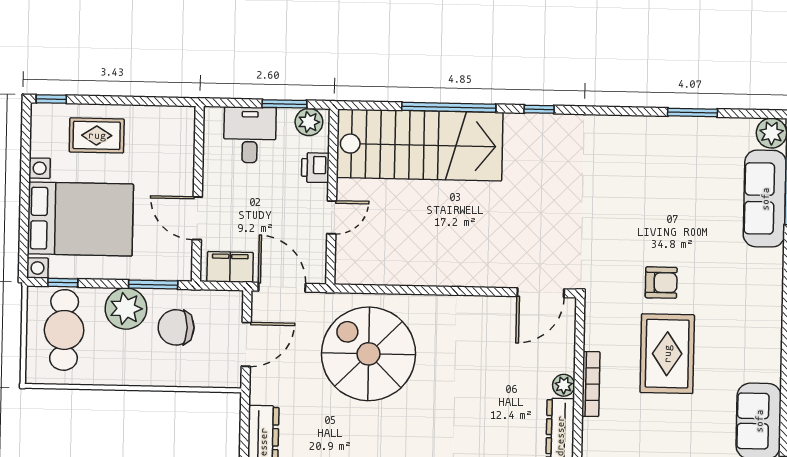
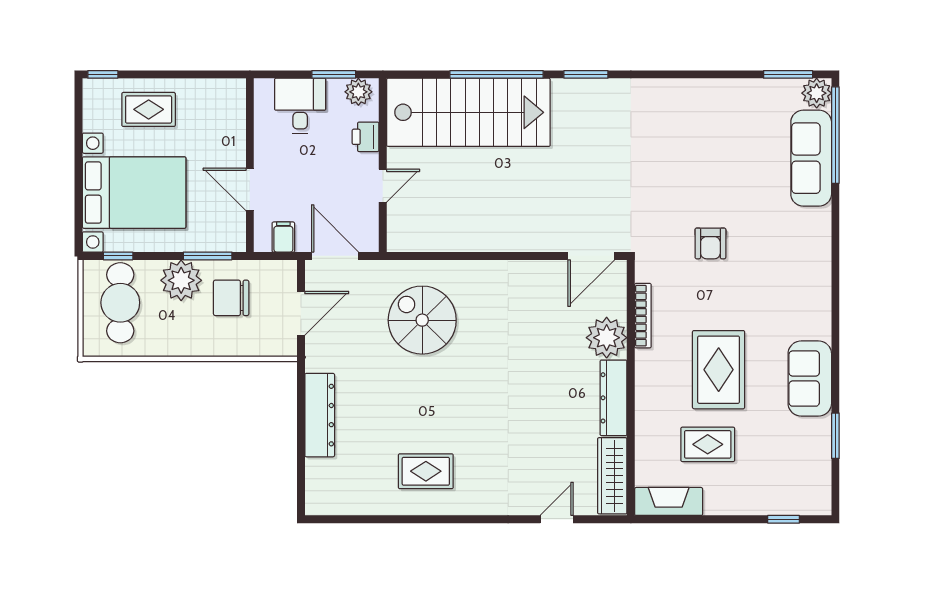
window: (539, 109) -> (586, 74), width x1.50
window: (692, 112) -> (788, 74), moved
filing cabinet: (230, 267) -> (283, 237), width x0.50
armchair: (661, 283) -> (710, 243), turned 90
spiral stairs: (369, 354) -> (422, 320), width x0.73, depth x0.73
rug: (667, 354) -> (719, 370), moved
bookcase: (591, 384) -> (643, 316), moved
plant: (564, 385) -> (607, 338), width x1.88, depth x1.88

